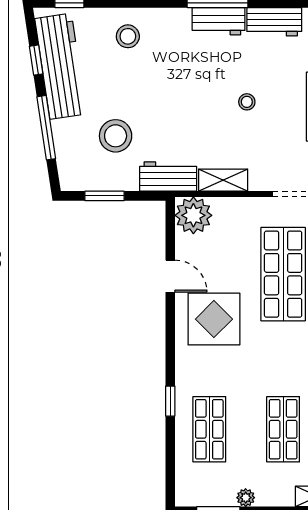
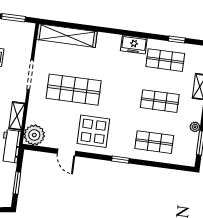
door: (170, 276) -> (66, 152), swing flipped
window: (170, 401) -> (120, 160), moved

